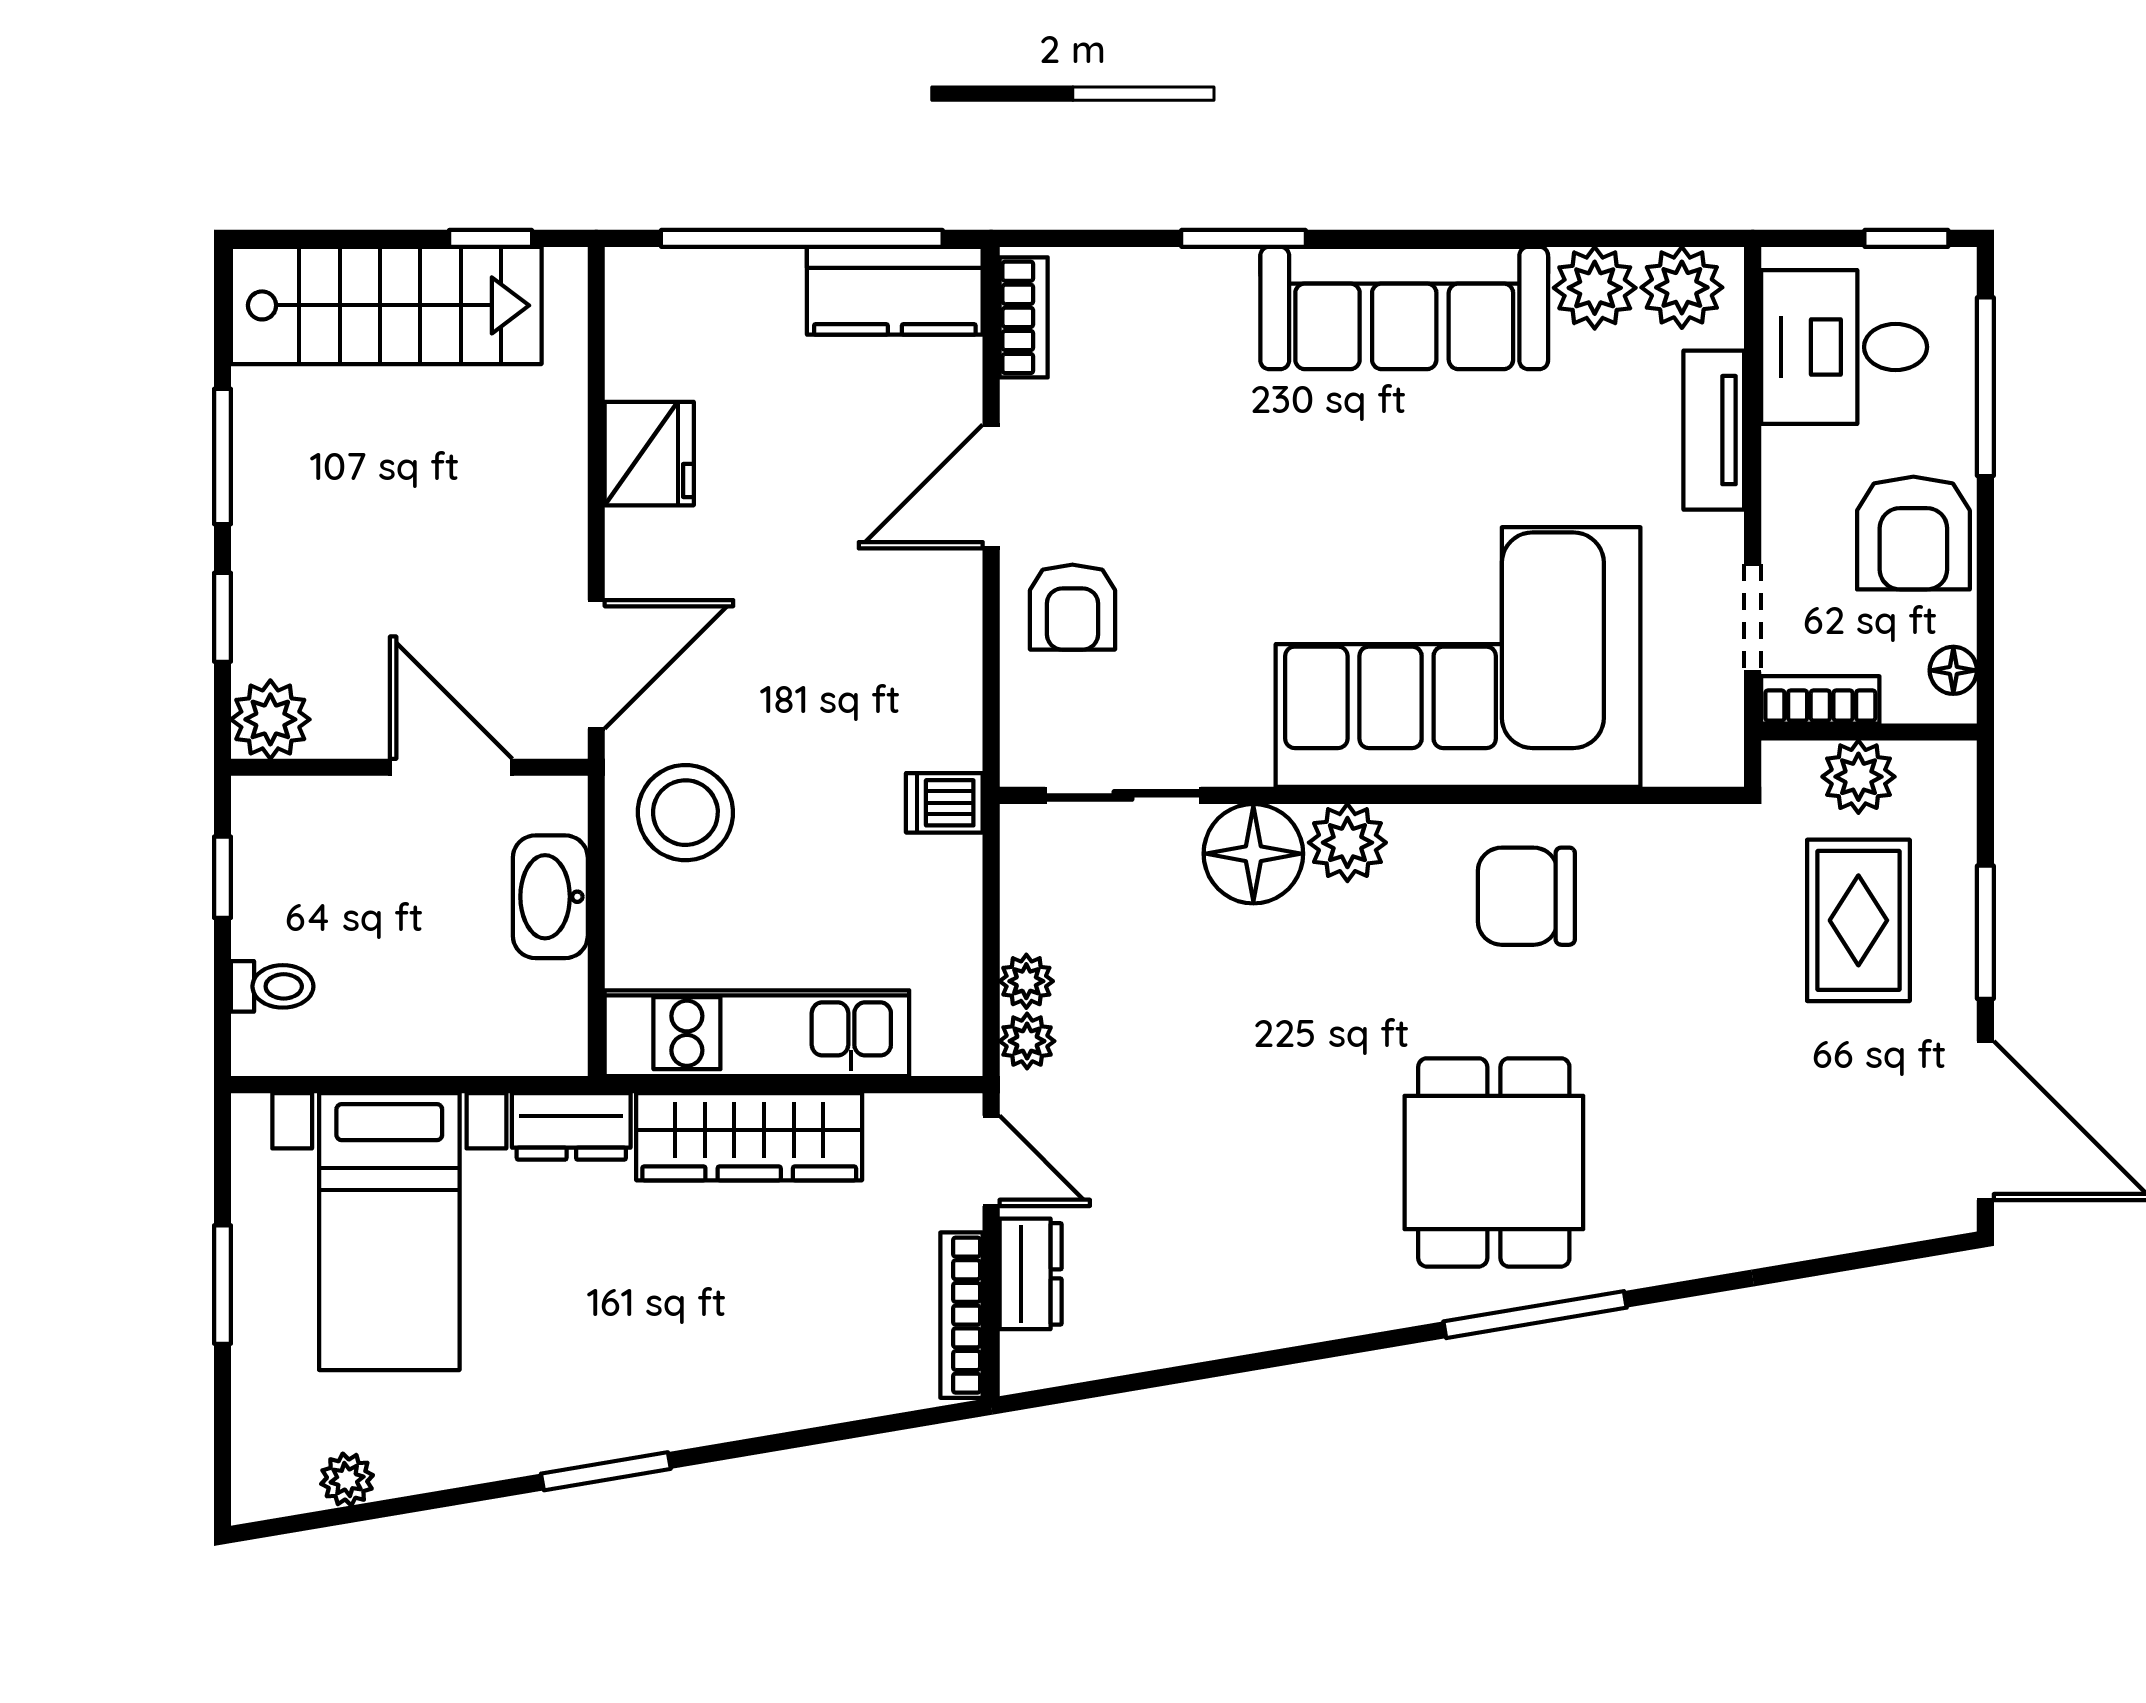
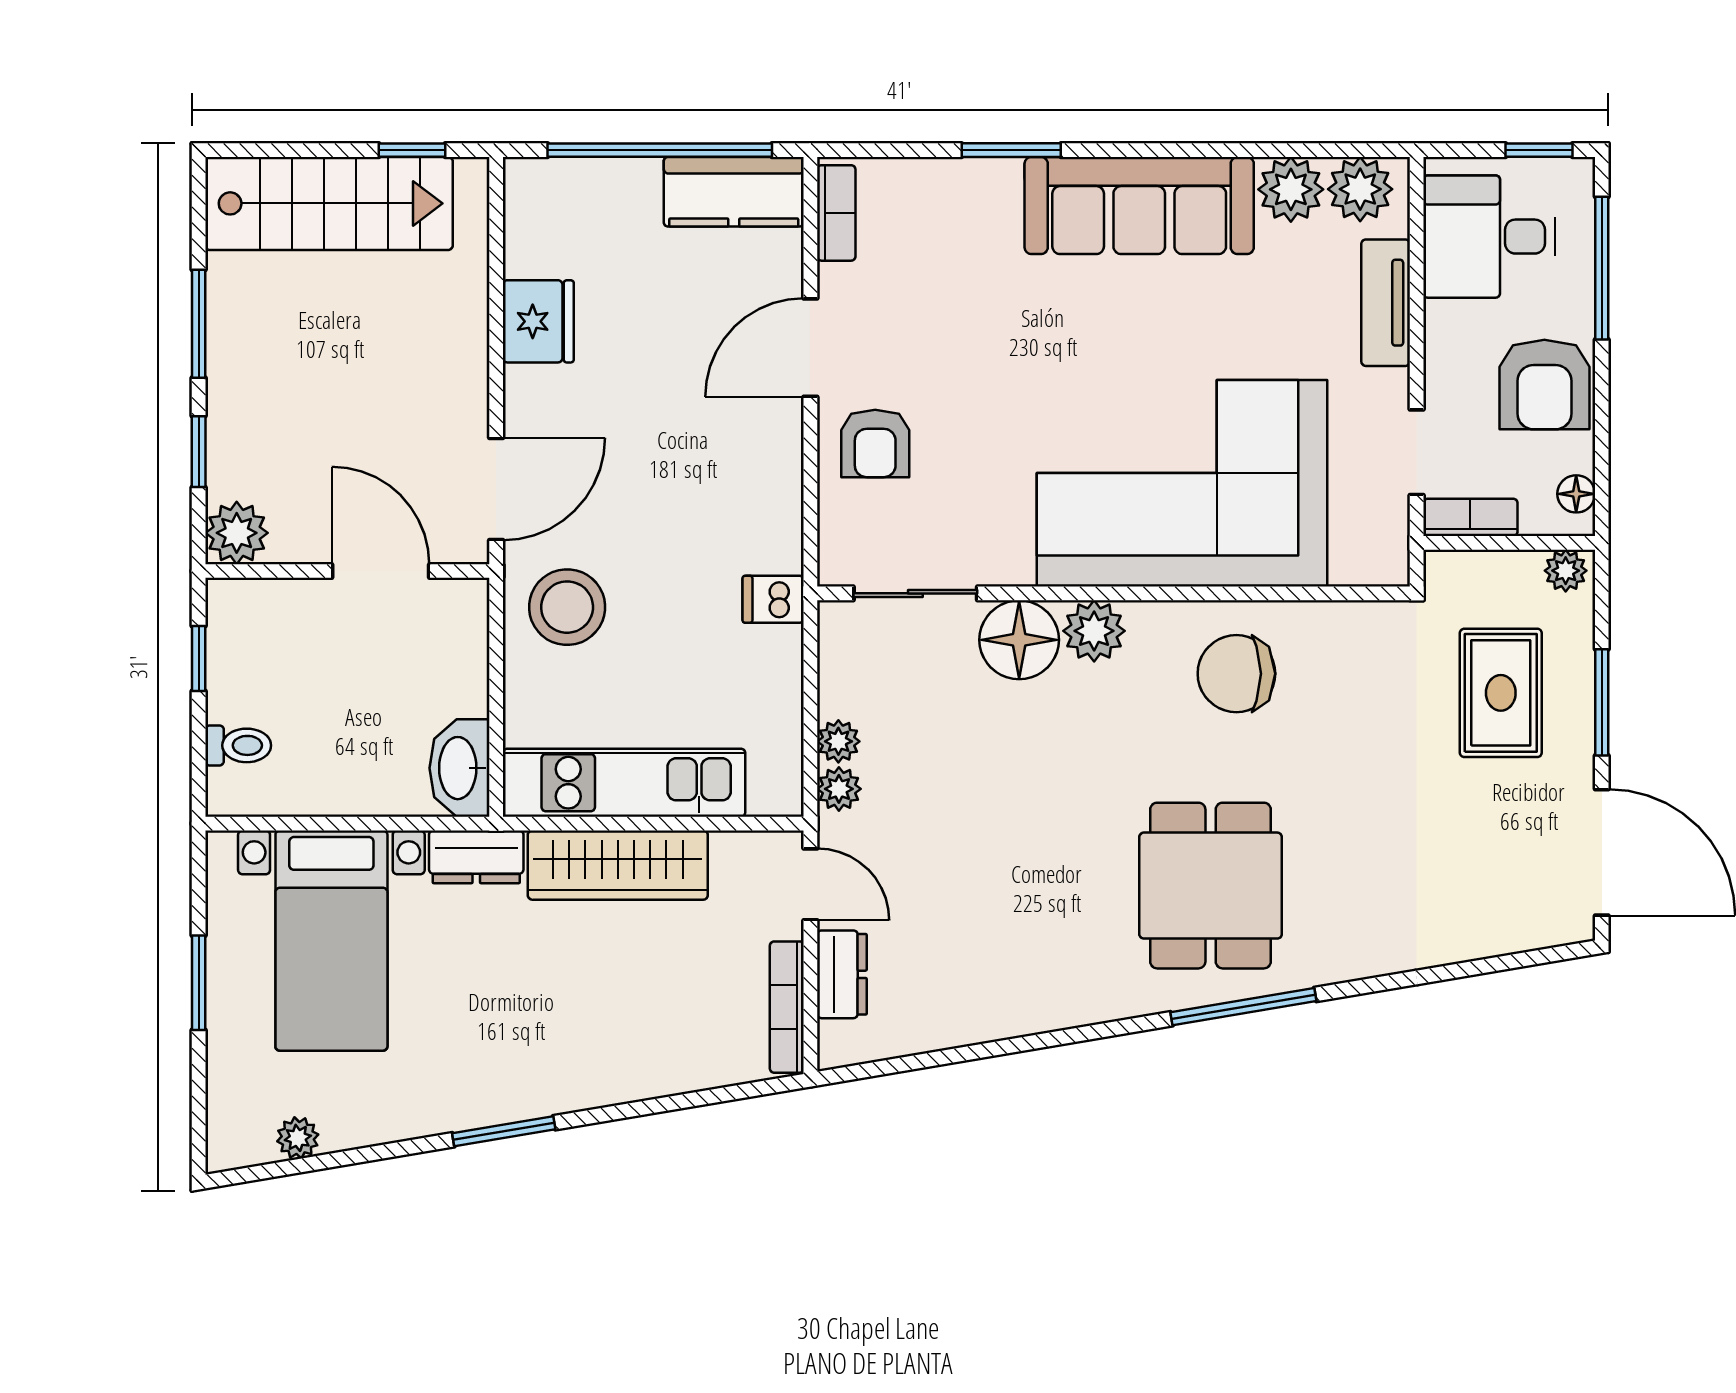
plant: (1858, 777) -> (1566, 571), moved, width x0.73, depth x0.73
washbasin: (550, 897) -> (460, 768), moved

